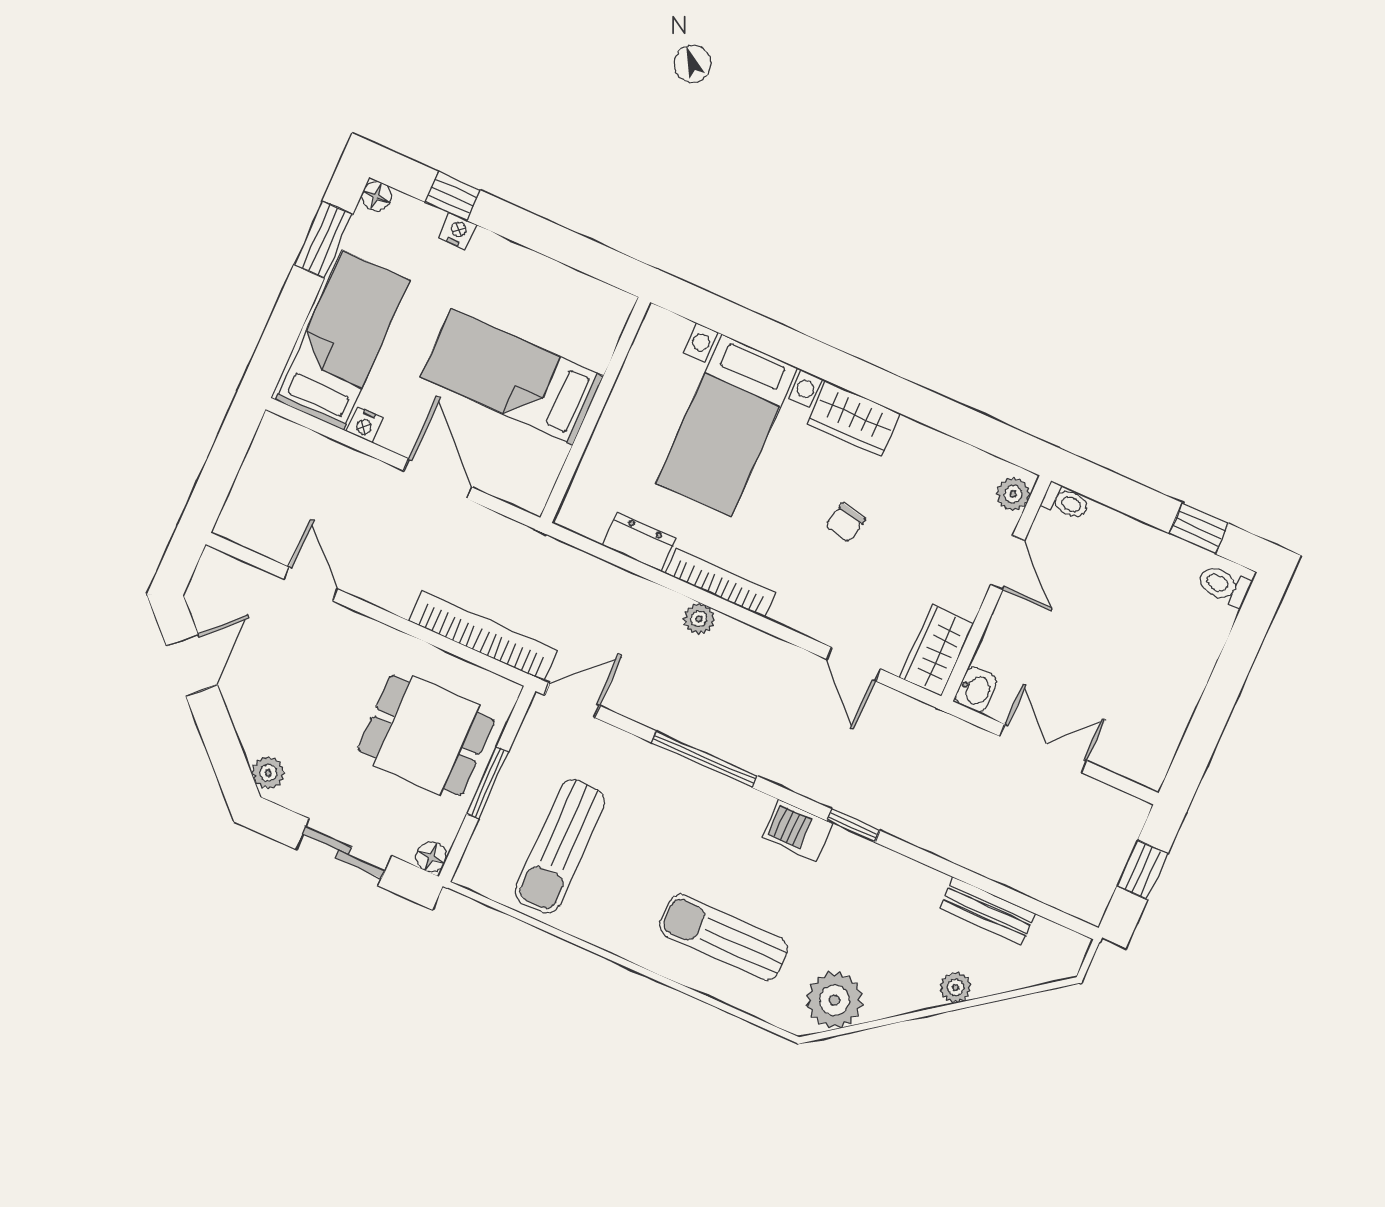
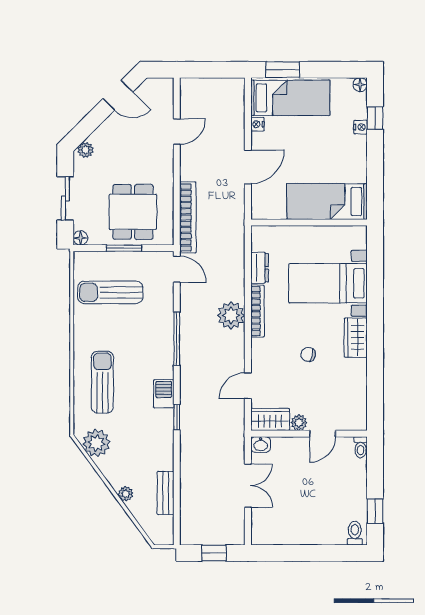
window: (323, 240) -> (283, 70), moved
bed: (512, 377) -> (327, 202), moved, turned -90
plant: (1013, 494) -> (299, 423), moved
plant: (699, 619) -> (231, 315), width x1.87, depth x1.87

